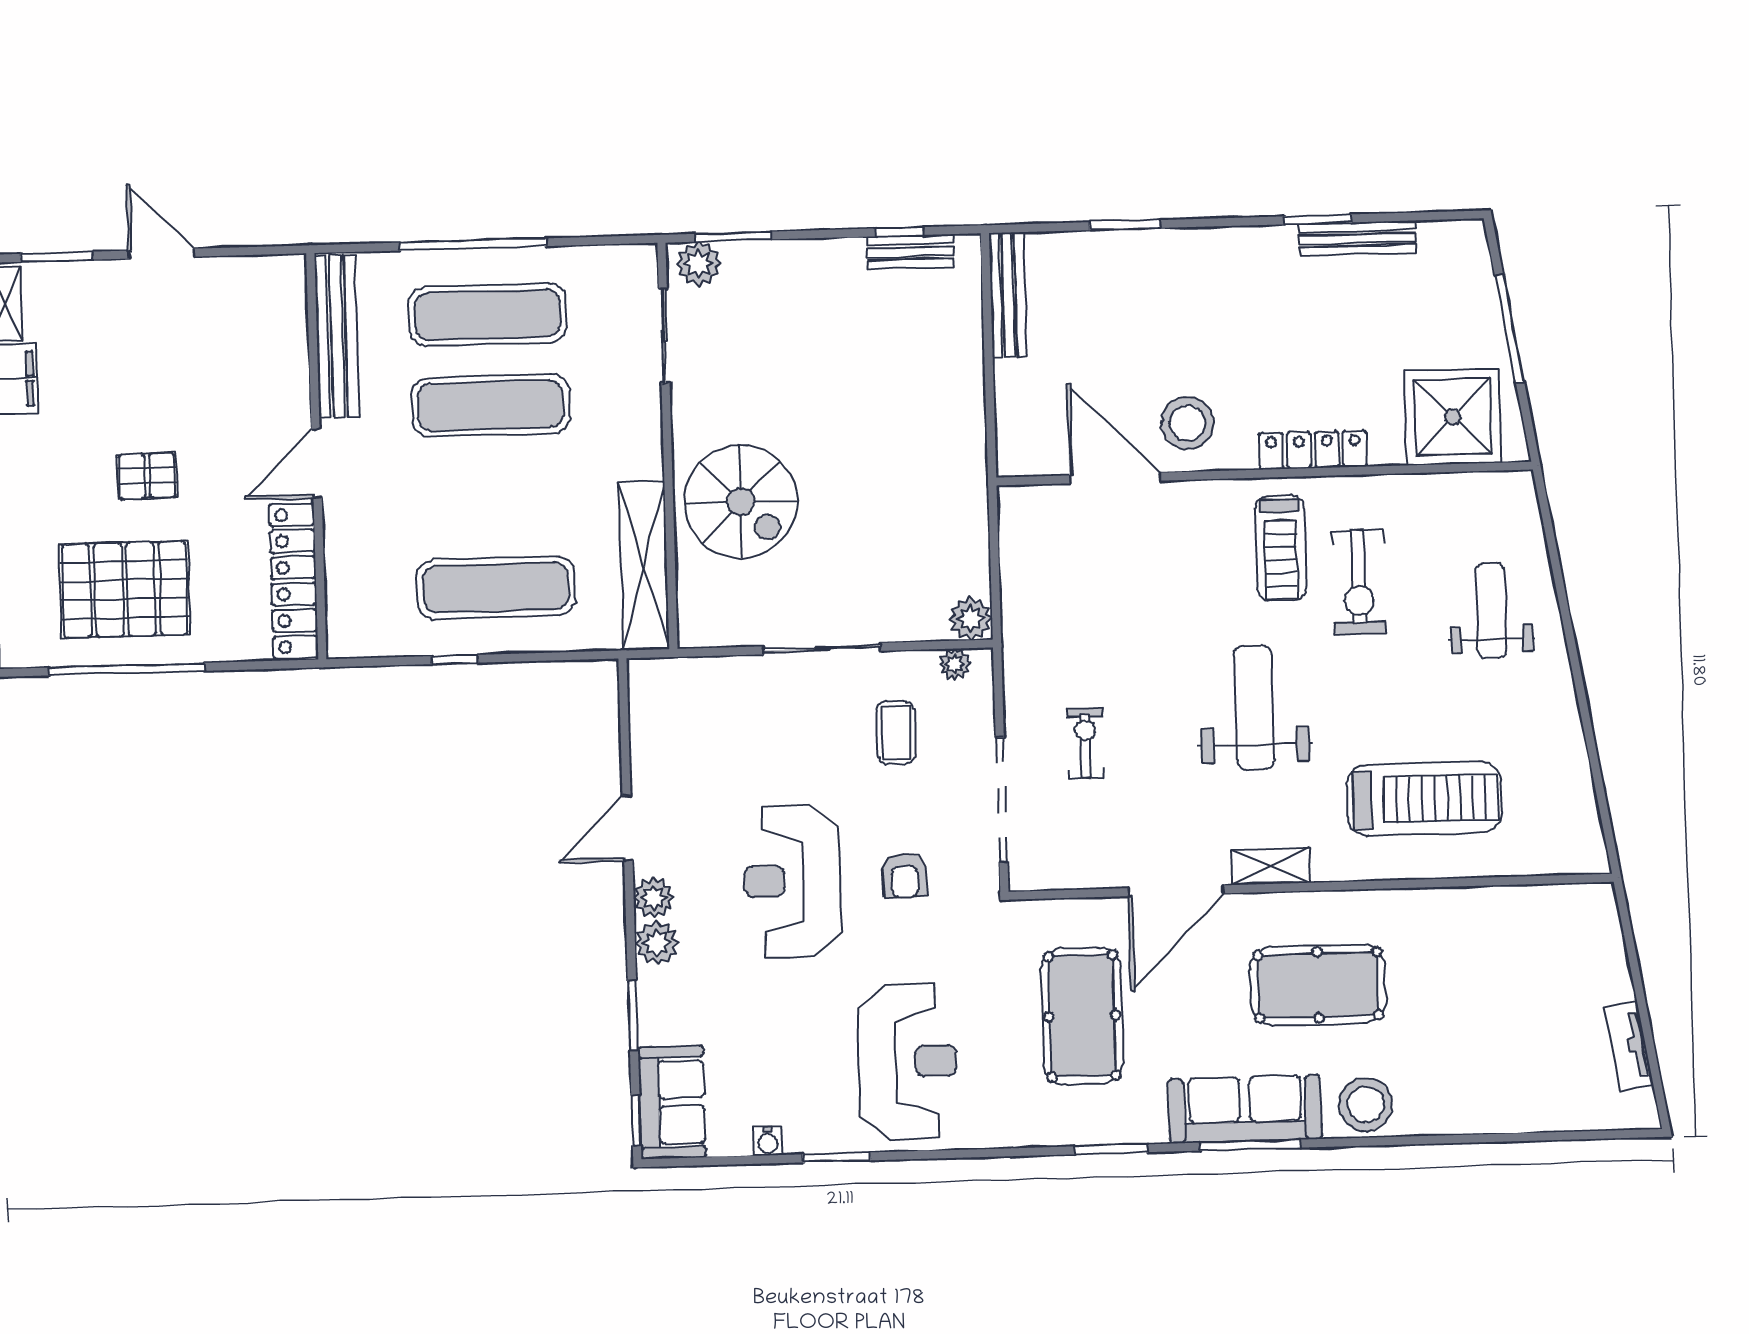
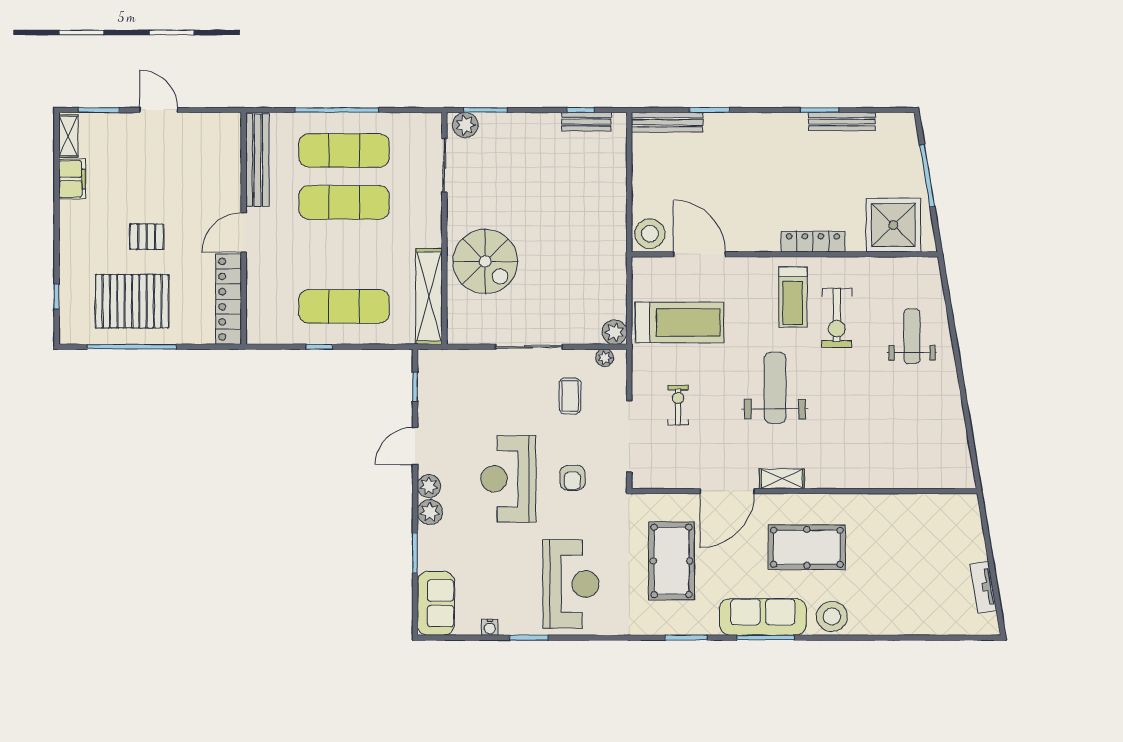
bench: (1008, 295) -> (667, 122), moved, turned 90
stool: (1188, 423) -> (650, 234), moved
treadmill: (1424, 799) -> (680, 322), moved
window: (636, 1121) -> (415, 387), moved

